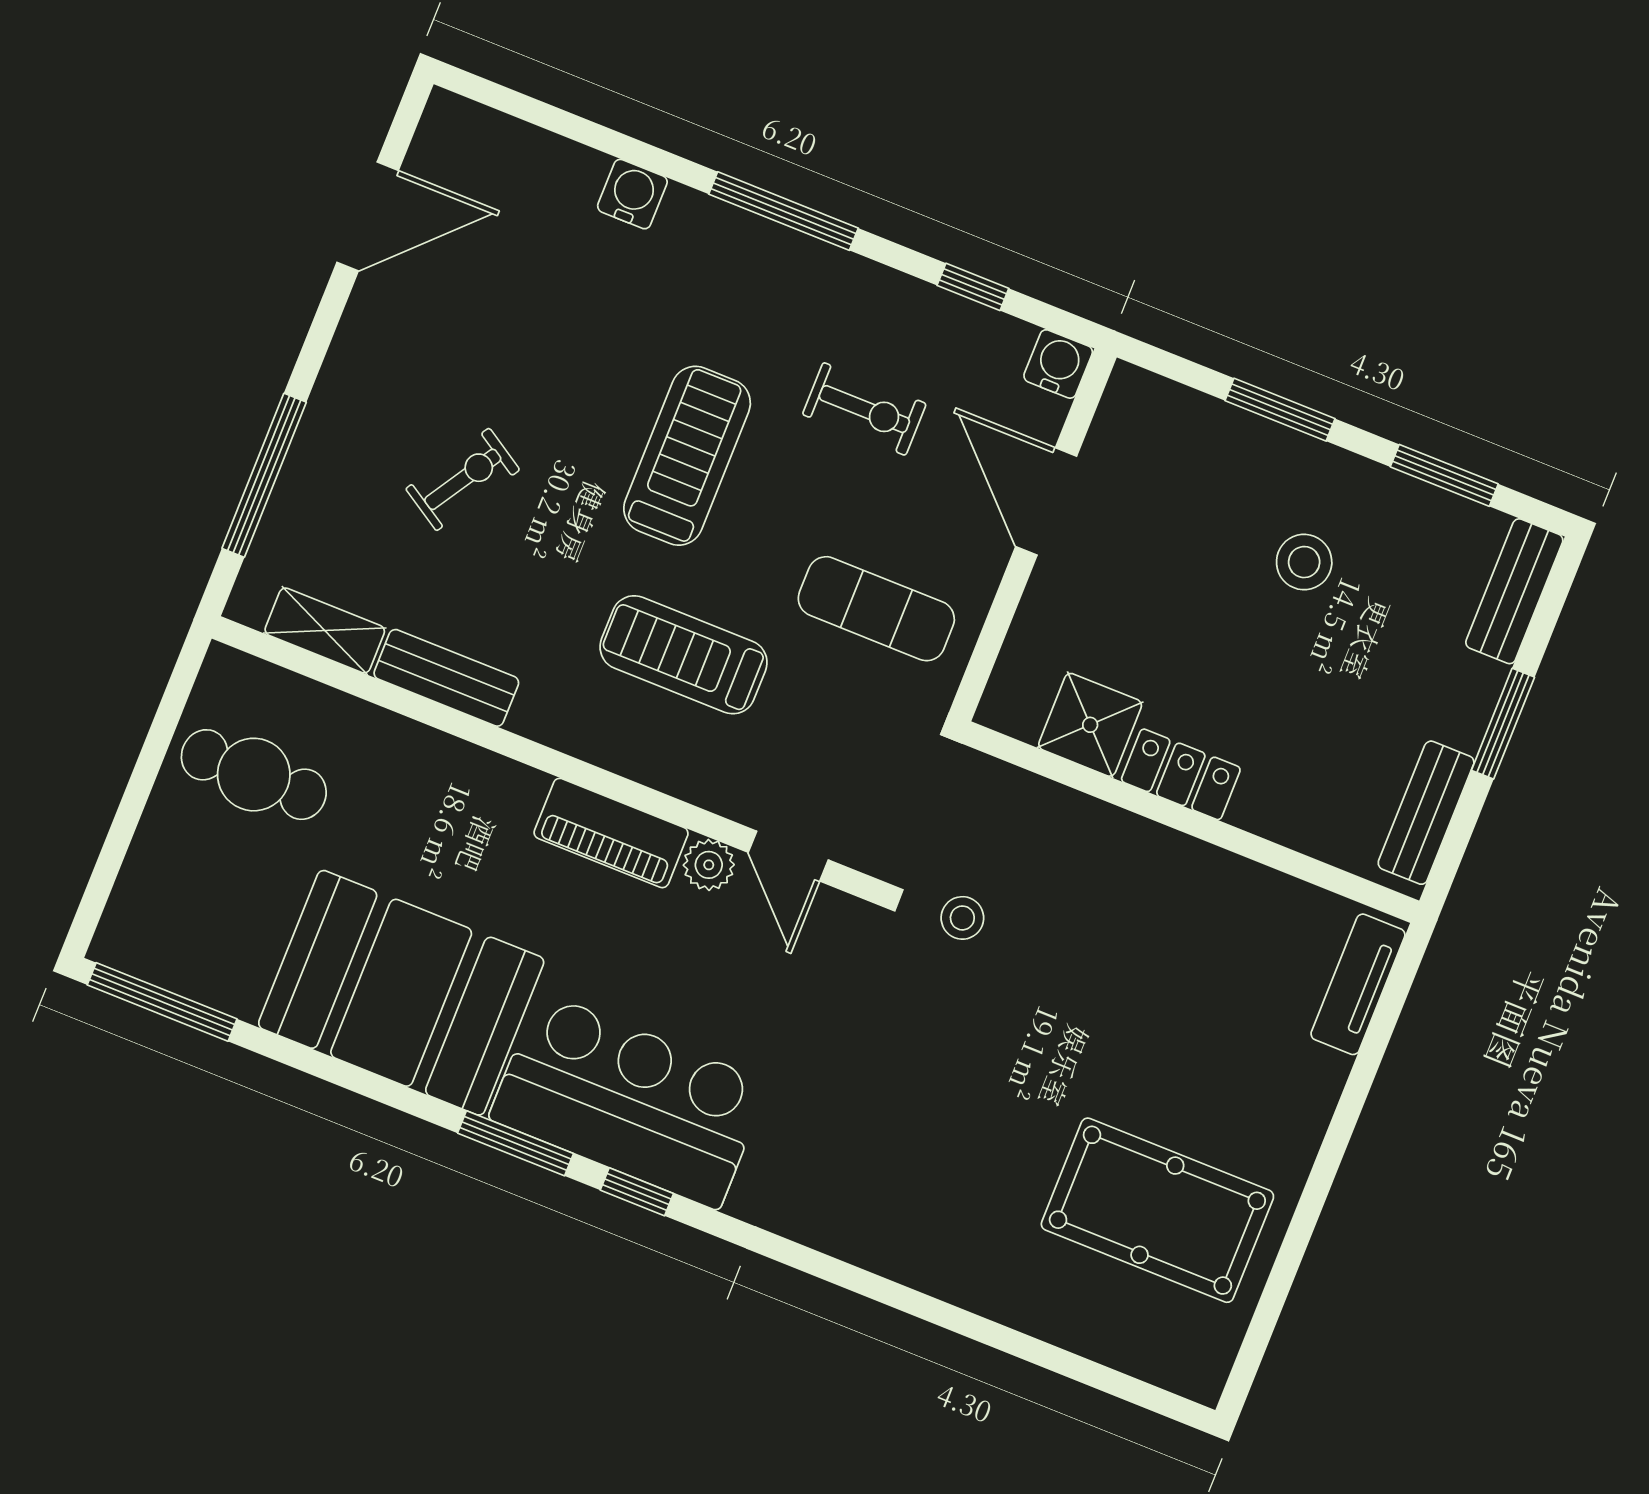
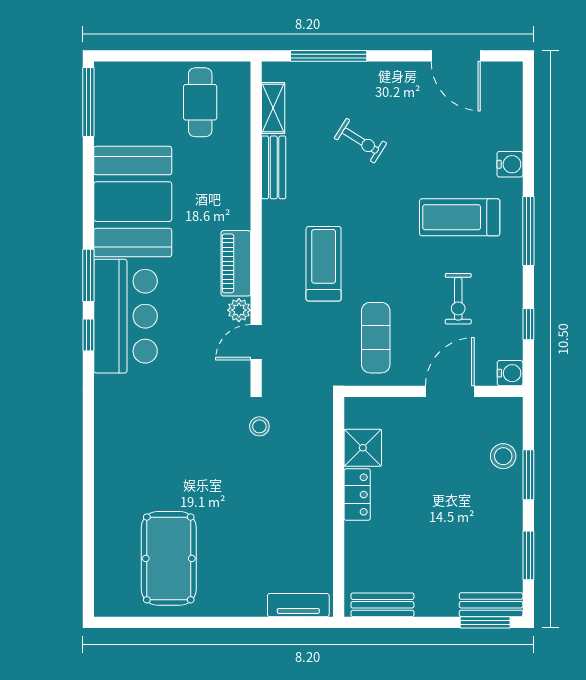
treadmill: (687, 456) -> (460, 217), moved, turned 180
stool: (1304, 562) -> (503, 456), moved
window: (1503, 724) -> (485, 622), moved

